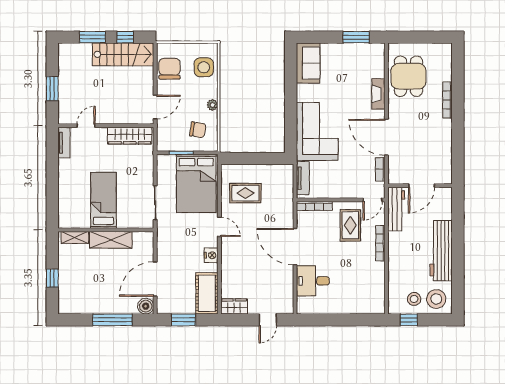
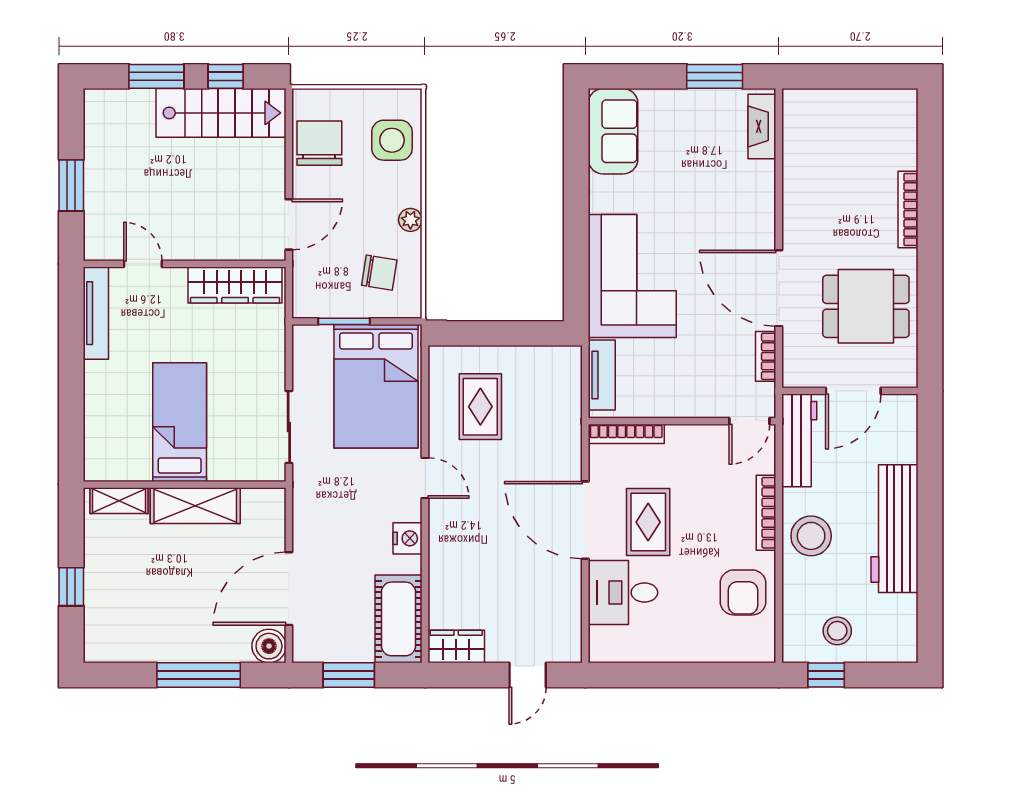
dining table: (408, 76) -> (866, 306), moved, turned 90
fireplace: (378, 94) -> (762, 126), moved
door: (86, 126) -> (143, 264), hinge flipped
tv unit: (64, 143) -> (96, 313), width x1.41
rug: (245, 193) -> (480, 407), turned 90
rug: (350, 225) -> (648, 522), moved
armchair: (370, 281) -> (743, 592), added
stool: (436, 299) -> (811, 536), moved

